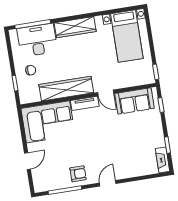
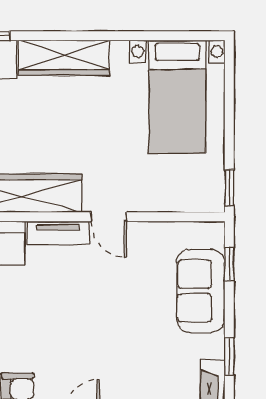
sofa: (134, 101) -> (201, 291), moved, turned 90

